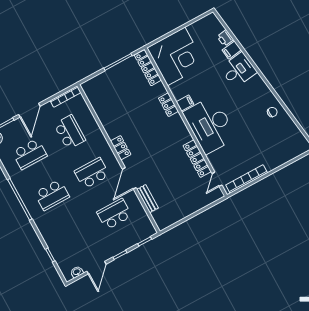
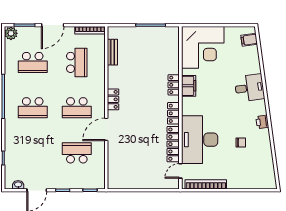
printer: (225, 38) -> (262, 122), moved
filing cabinet: (232, 50) -> (249, 40), moved
locker: (148, 68) -> (173, 113), moved, width x0.66
filing cabinet: (185, 103) -> (189, 86), width x2.00
chair: (272, 112) -> (241, 143), moved
desk: (210, 125) -> (200, 140), moved
school desk: (92, 173) -> (77, 108), turned 180
bench: (148, 199) -> (112, 52), moved

